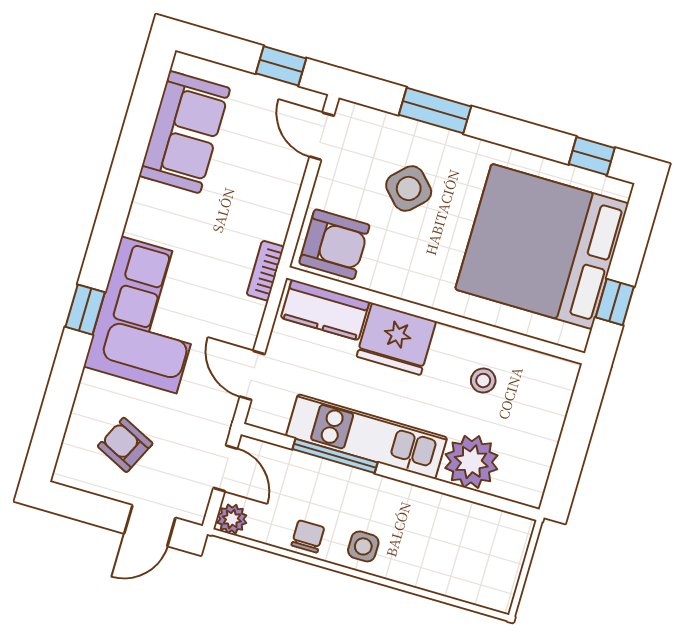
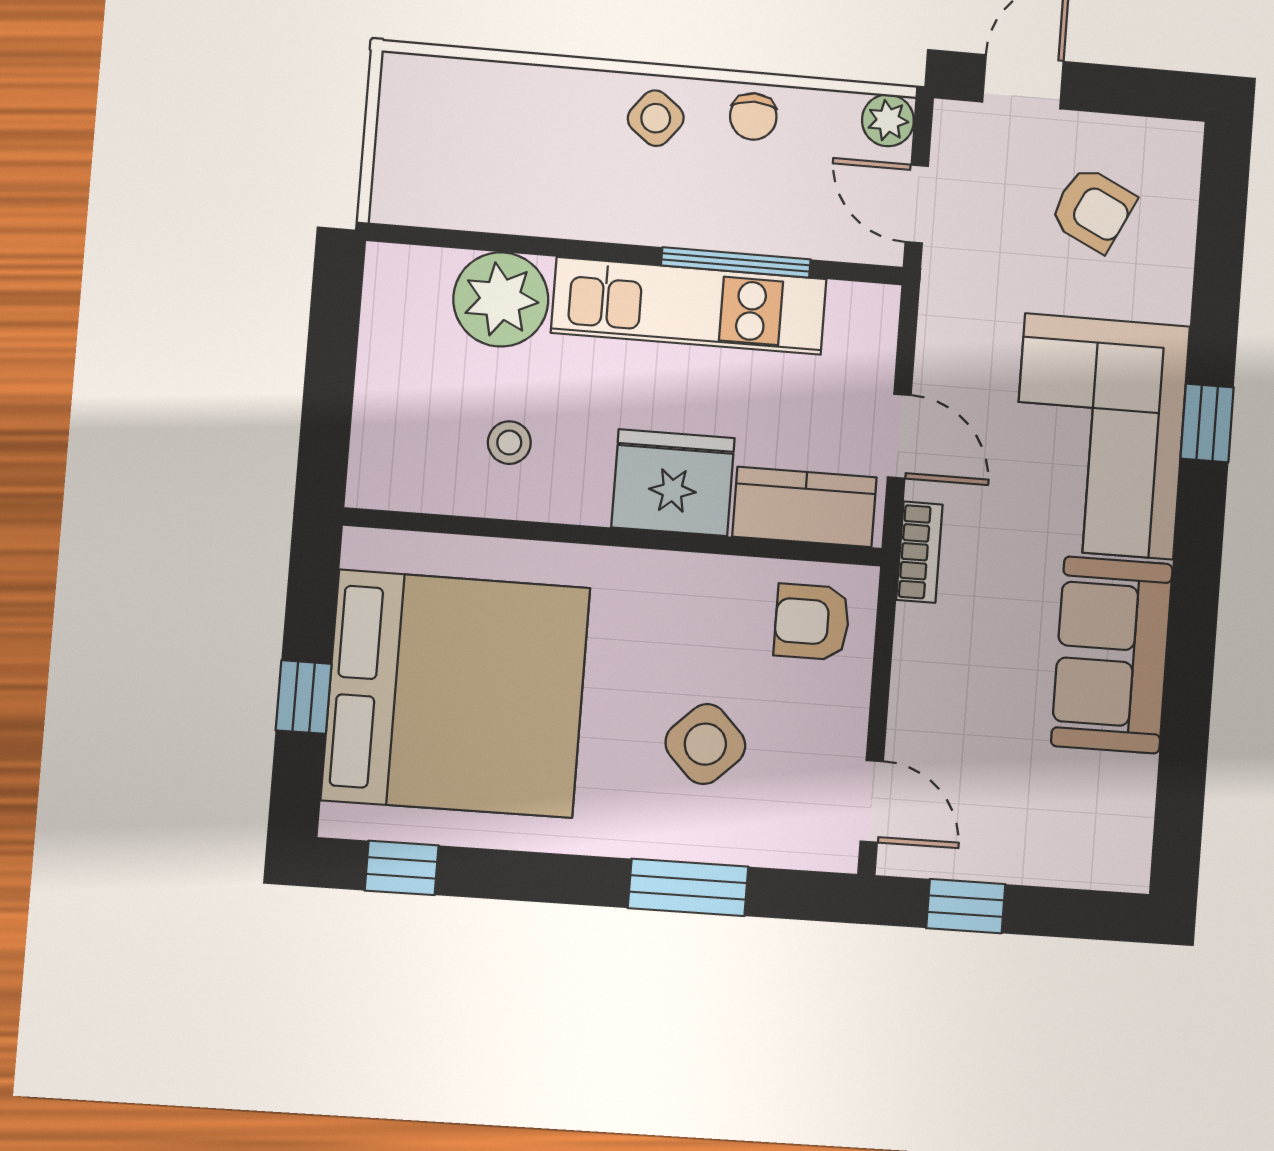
sofa: (185, 132) -> (1112, 655), moved
armchair: (334, 244) -> (812, 622), width x0.72, depth x0.72
window: (615, 302) -> (304, 697), moved
door: (252, 375) -> (899, 436), moved
side table: (363, 546) -> (656, 118), turned 38

